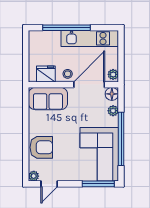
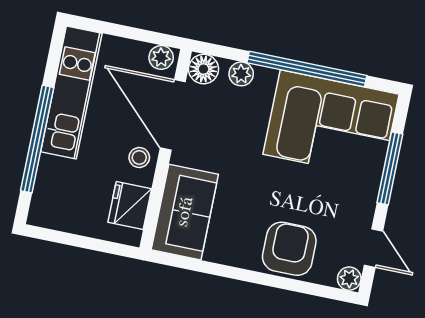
window: (98, 184) -> (390, 168), moved

